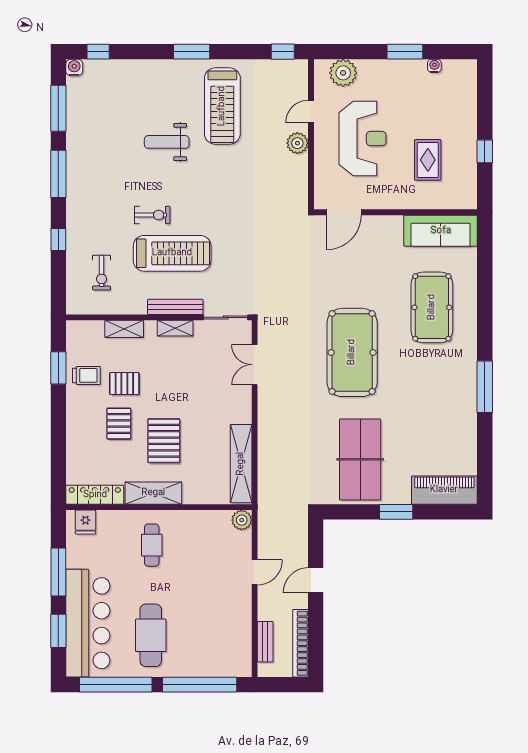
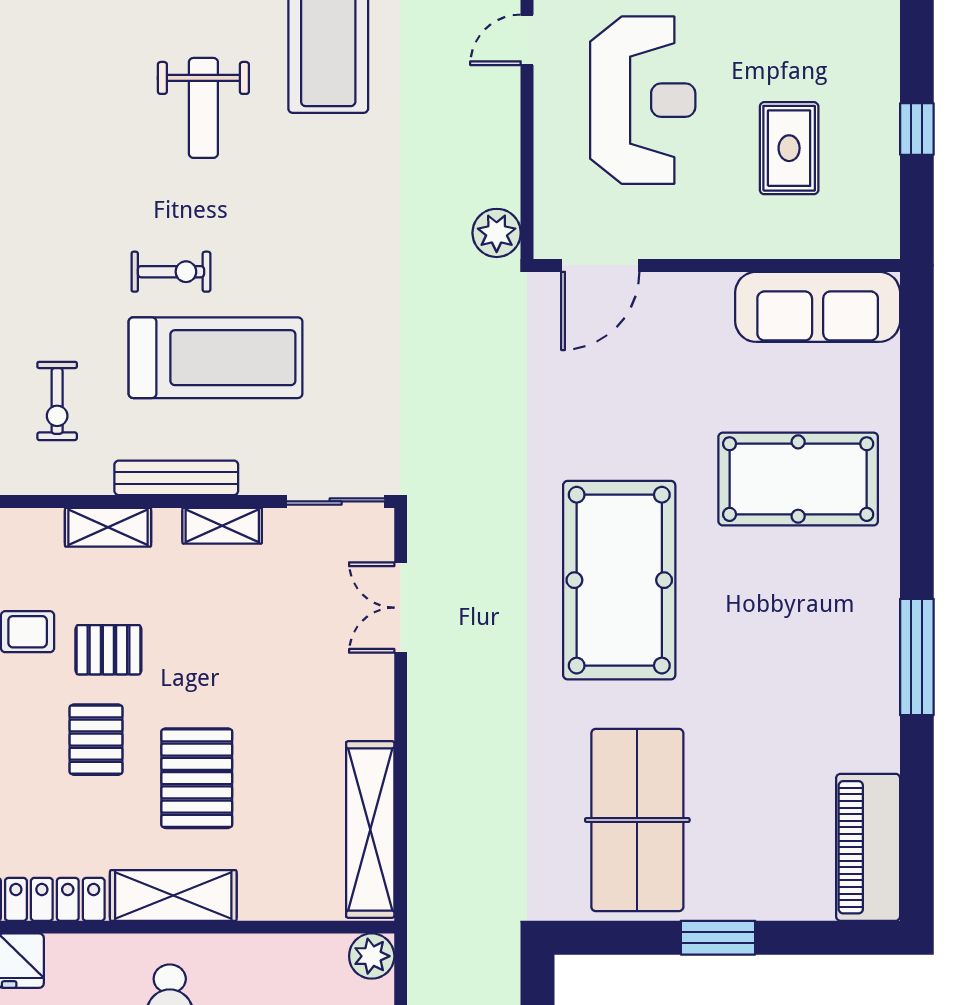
weight bench: (167, 142) -> (203, 108), turned -90
plant: (297, 143) -> (497, 233), moved
bench: (175, 307) -> (176, 478), moved
pool table: (432, 307) -> (798, 479), turned 90
piano: (444, 490) -> (868, 847), moved, turned -90

